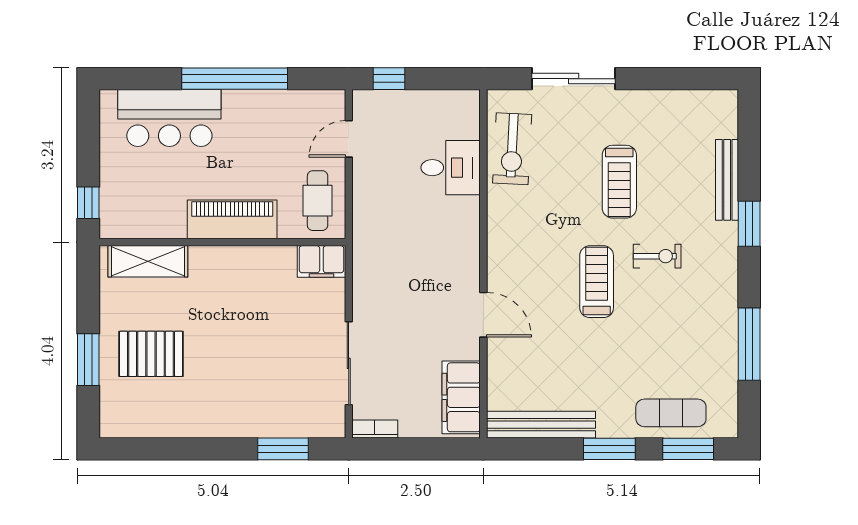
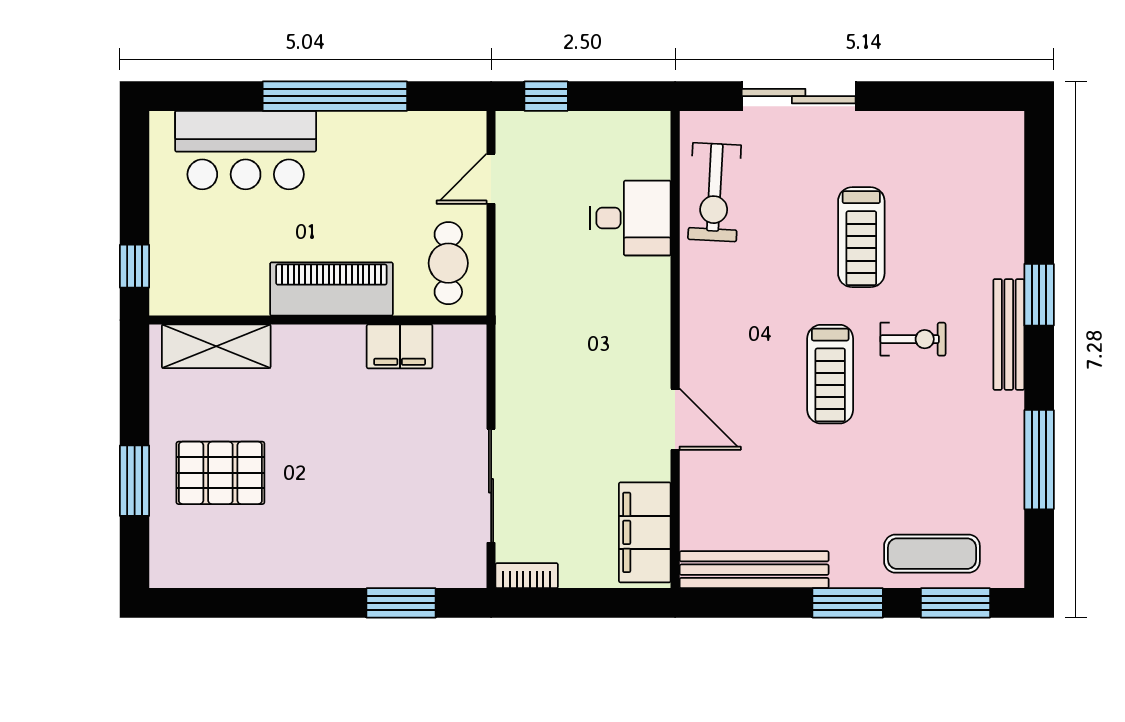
bench: (727, 180) -> (1009, 334), moved
filing cabinet: (321, 261) -> (400, 346), moved
treadmill: (597, 282) -> (830, 374), turned 180

